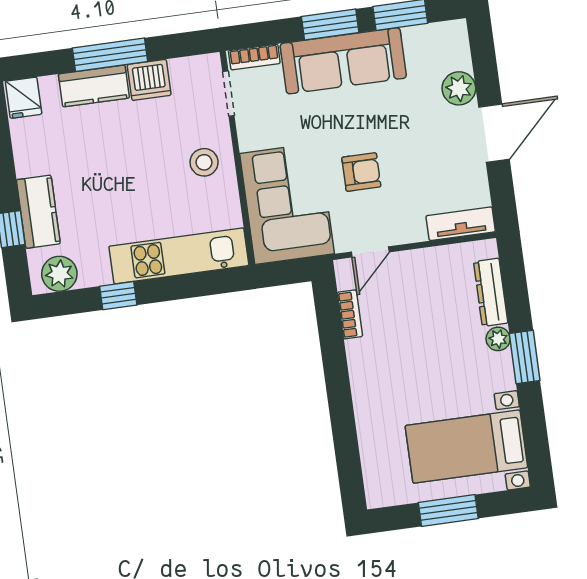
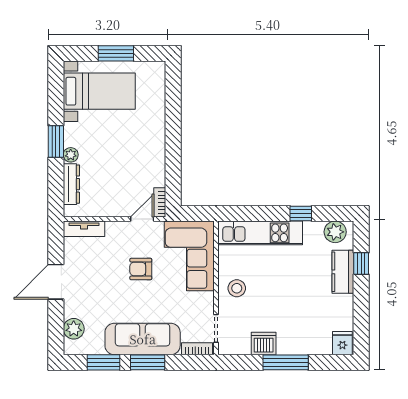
kitchen counter: (94, 86) -> (298, 345), removed
plant: (459, 88) -> (74, 329), moved
bookcase: (350, 314) -> (160, 202), moved

